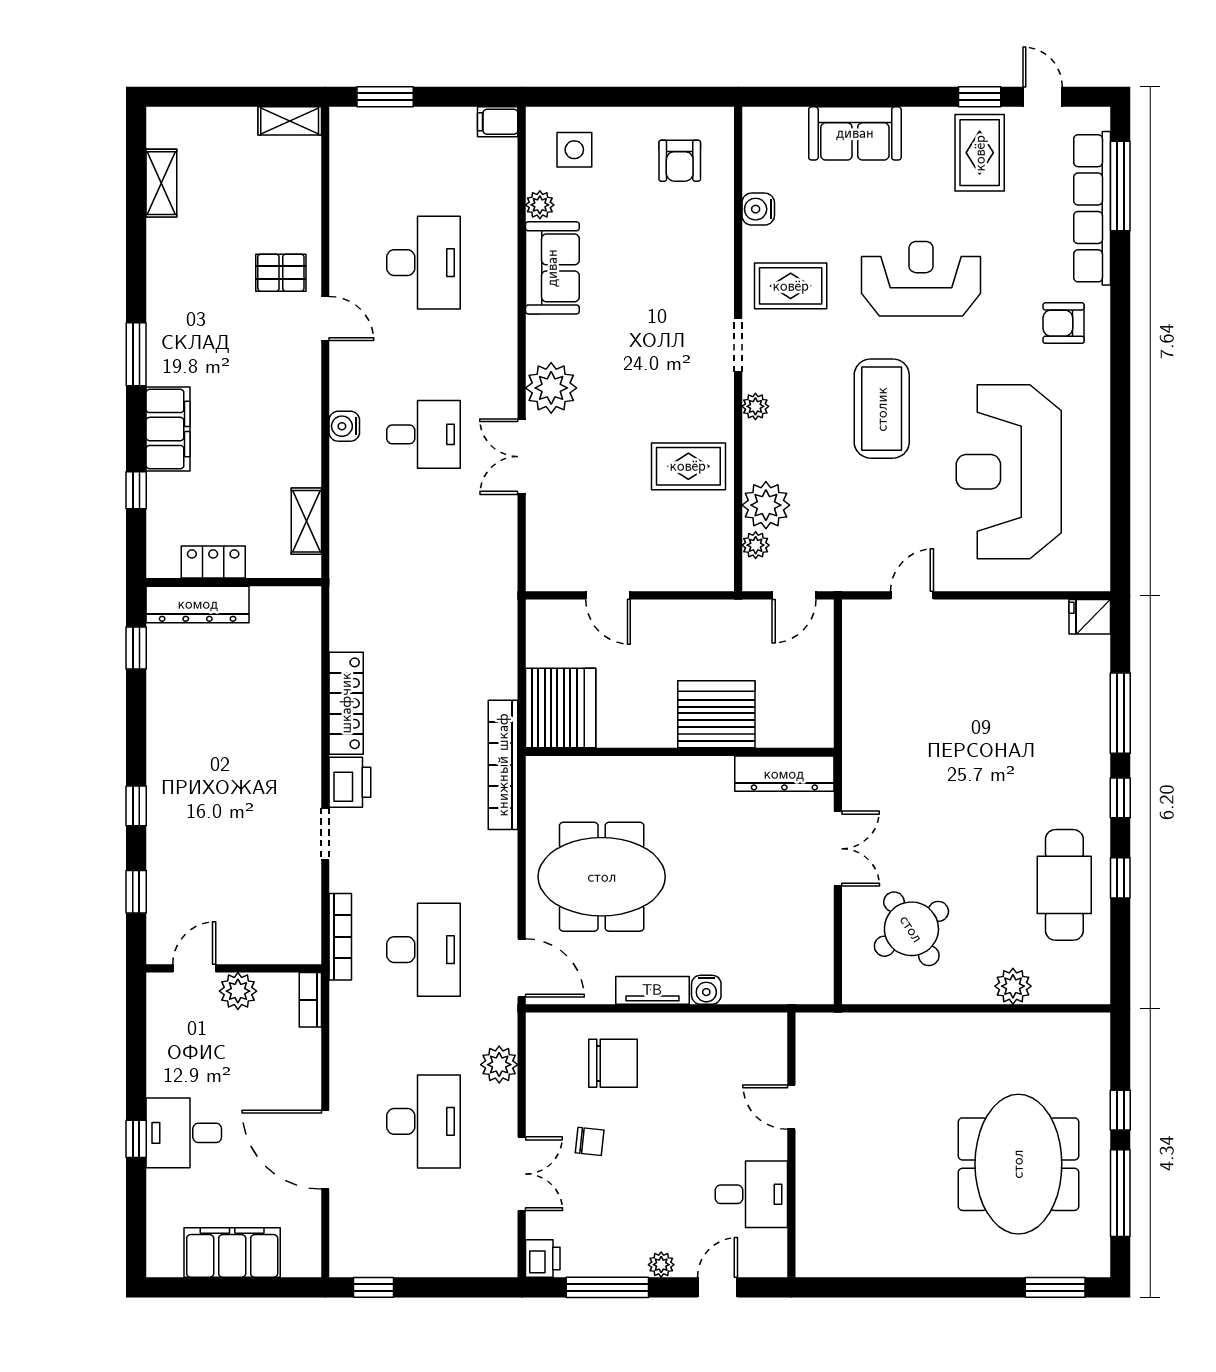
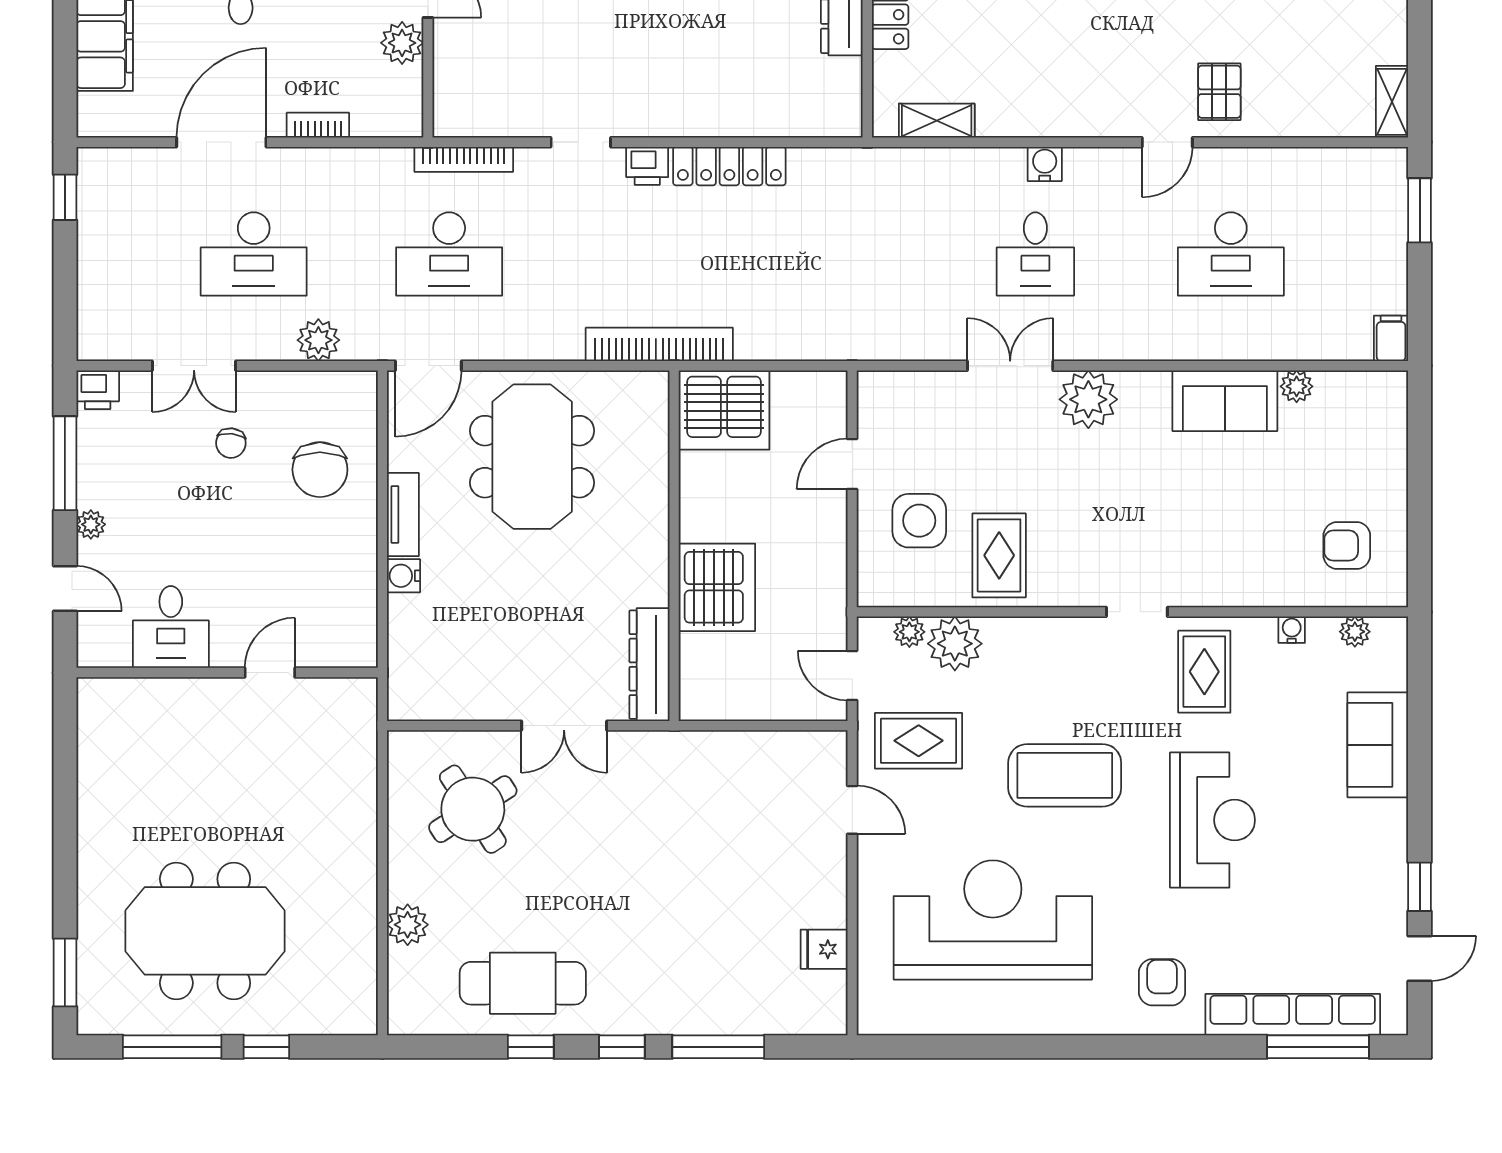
side table: (574, 150) -> (919, 521), moved, width x1.37, depth x1.37
rug: (980, 153) -> (919, 741), moved
water cooler: (758, 209) -> (1292, 630), width x0.72, depth x0.72
plant: (755, 406) -> (1355, 632), moved
fridge: (1090, 617) -> (824, 949), moved, turned -90
printer: (350, 782) -> (647, 166), width x0.73, depth x0.81
bookcase: (310, 1000) -> (318, 125), moved

